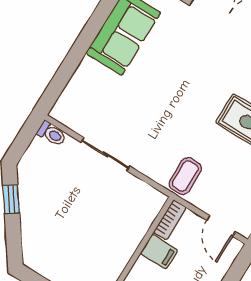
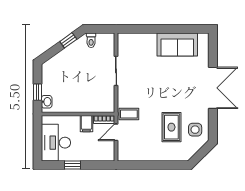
toilet: (52, 134) -> (91, 40), moved
door: (221, 226) -> (116, 132), moved

